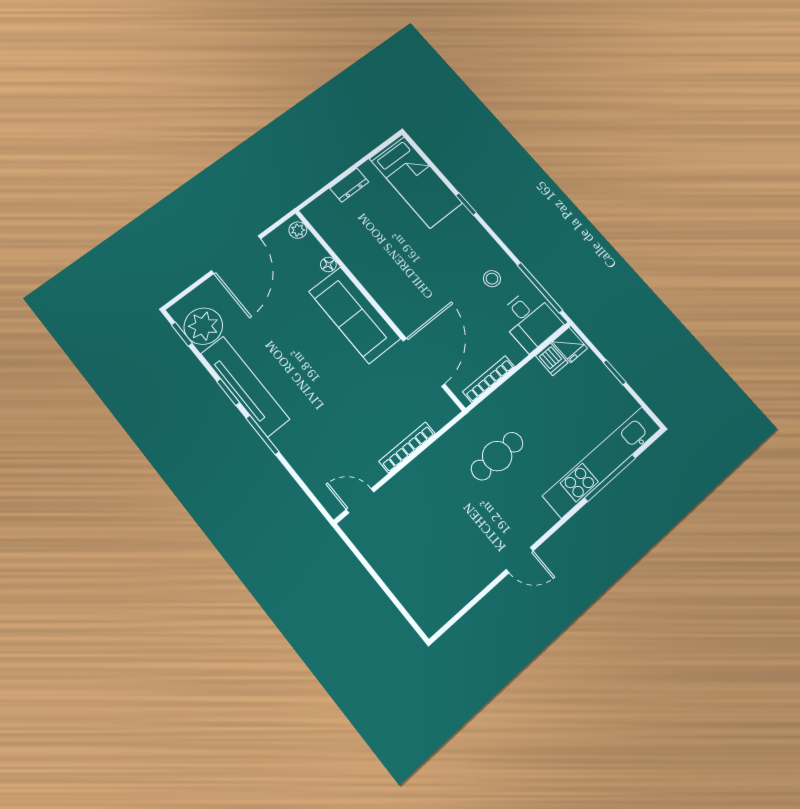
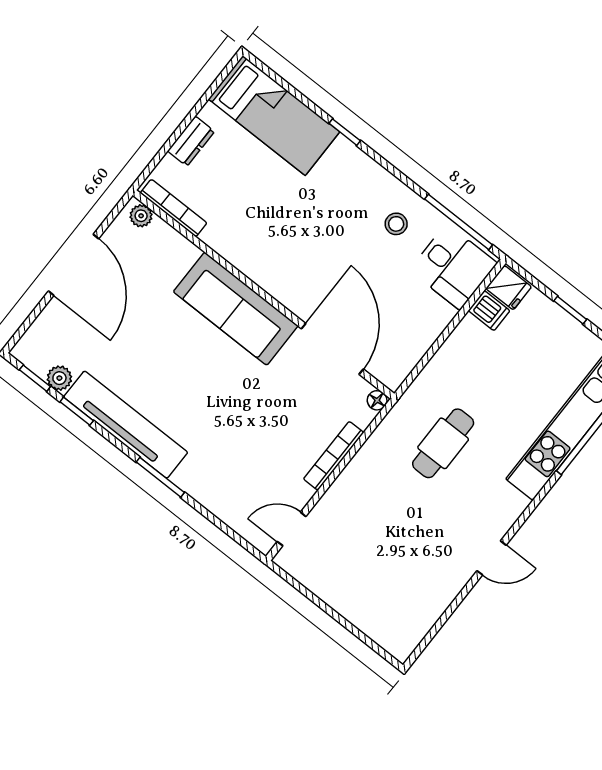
floor lamp: (328, 264) -> (377, 400), moved
plant: (203, 326) -> (59, 378), width x0.53, depth x0.53
bookcase: (489, 379) -> (174, 208), moved, turned 90
window: (228, 392) -> (77, 411), moved

